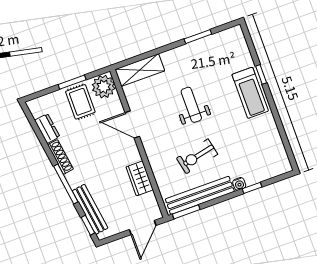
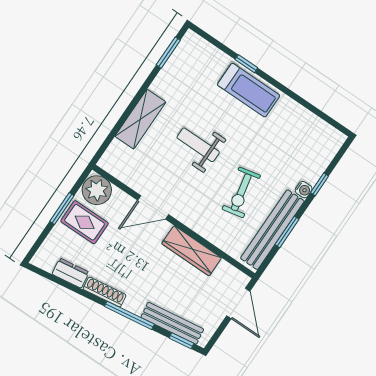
window: (198, 37) -> (168, 53), moved
shelving: (140, 70) -> (140, 119), moved
wardrobe: (140, 178) -> (192, 251), width x1.50
window: (186, 212) -> (287, 232), moved

